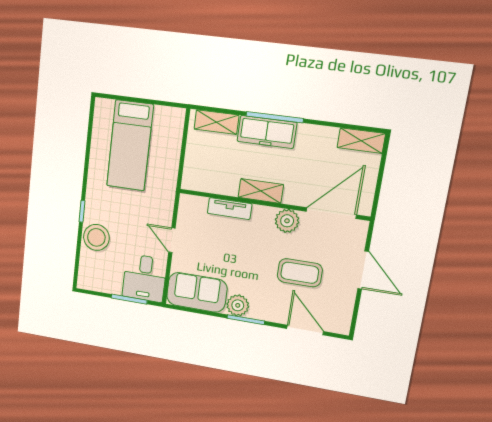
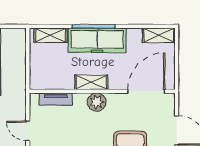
freezer: (267, 132) -> (97, 40), width x1.36, depth x1.26
tv unit: (230, 209) -> (56, 99), moved
plant: (287, 221) -> (97, 102), moved

